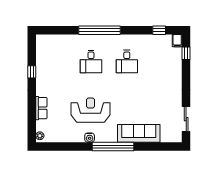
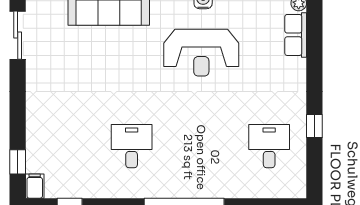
desk: (91, 61) -> (269, 146), moved
row of seats: (41, 108) -> (296, 35), moved

